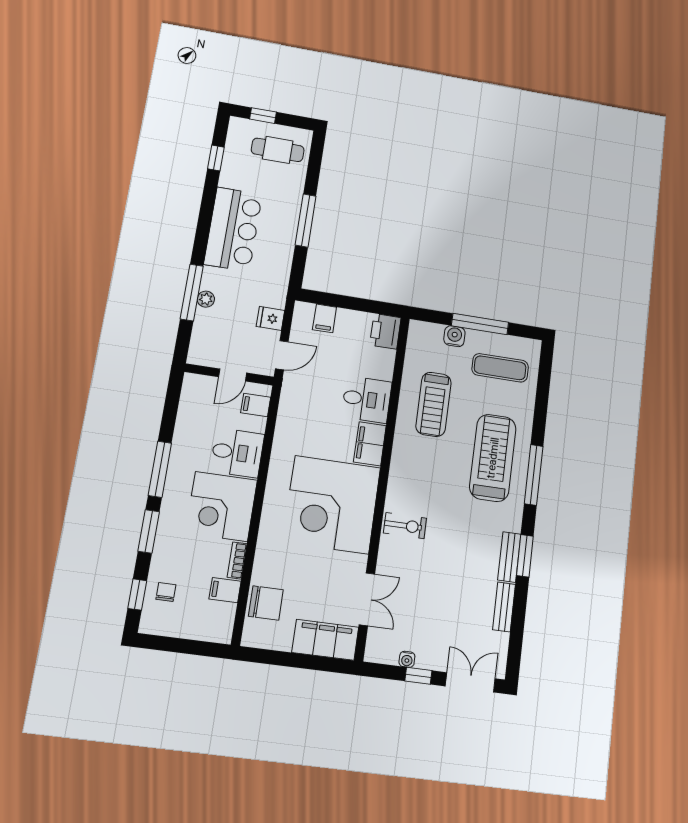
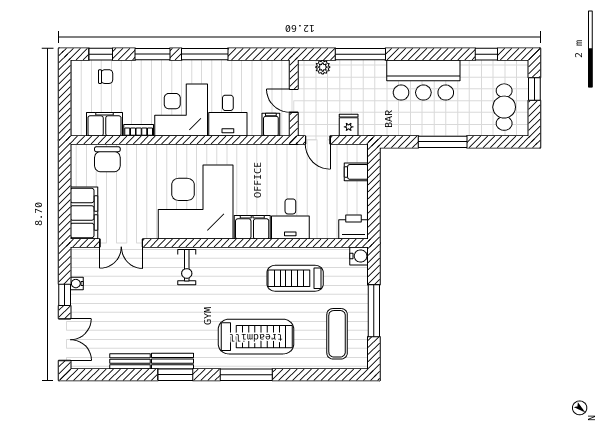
plant: (206, 299) -> (323, 67), moved
water cooler: (454, 336) -> (359, 256), moved
filing cabinet: (225, 590) -> (104, 124), width x2.00

